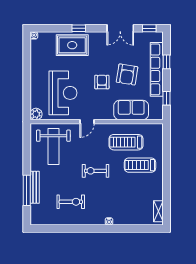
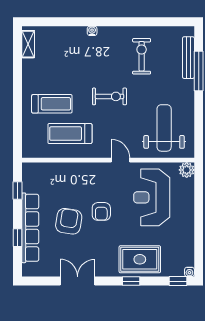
window: (149, 28) -> (178, 281), moved
sofa: (131, 110) -> (63, 175), removed
door: (87, 122) -> (121, 160), hinge flipped
treadmill: (126, 142) -> (70, 134), turned 180
bench: (35, 187) -> (188, 58), moved
exercise bike: (71, 202) -> (142, 56), turned 90

